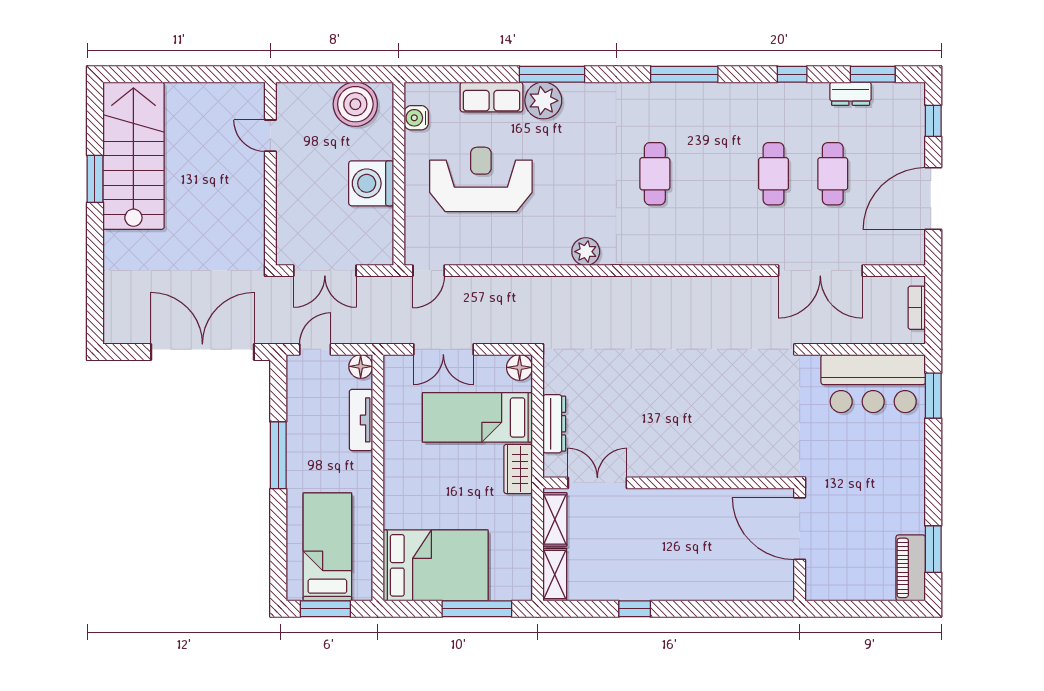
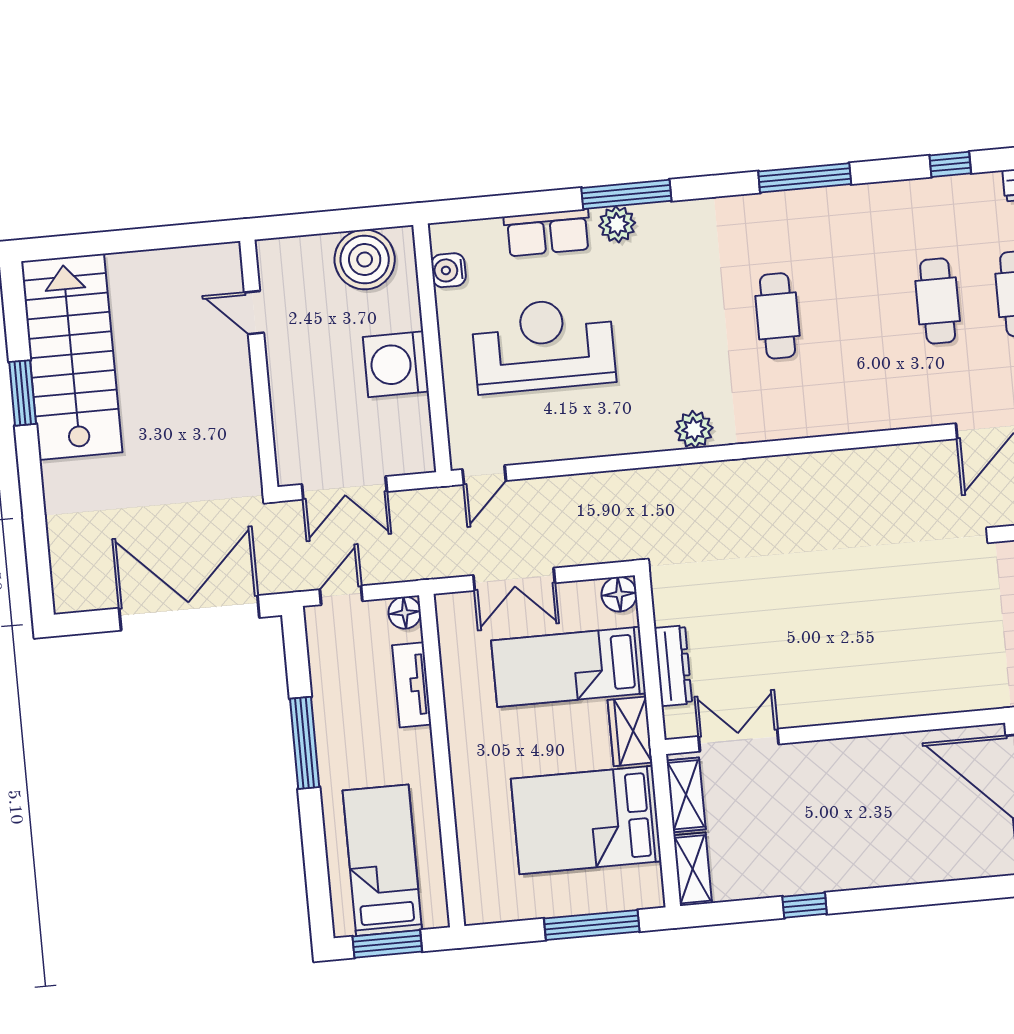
plant: (543, 101) -> (617, 224), width x0.73, depth x0.73
bed: (436, 565) -> (586, 820), moved, turned 180

